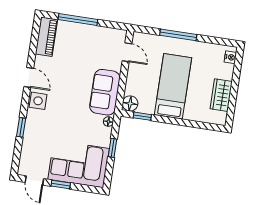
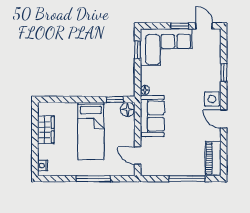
window: (112, 148) -> (138, 50), moved

